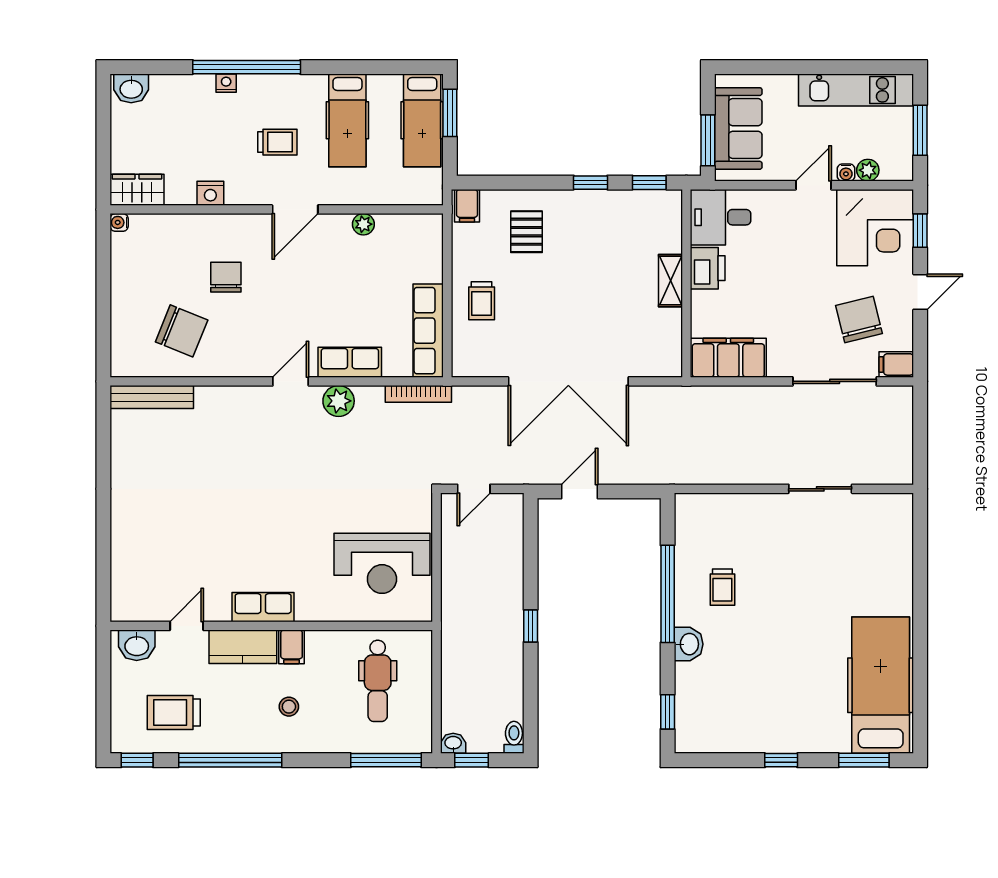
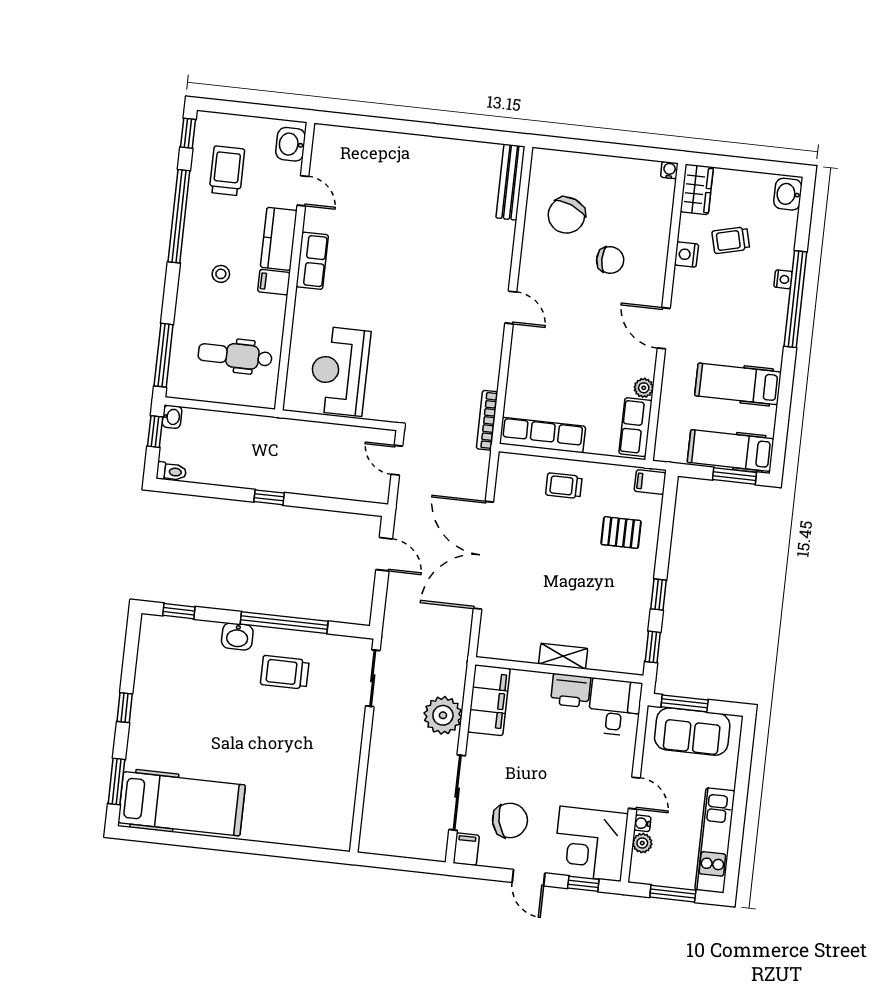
trolley: (277, 142) -> (731, 240), moved, turned 76
row of seats: (350, 362) -> (635, 427), moved, turned 180
plant: (339, 401) -> (443, 715), moved, width x1.36, depth x1.36
sliding door: (820, 489) -> (373, 678), moved
trolley: (722, 587) -> (285, 672), width x1.36, depth x1.39

